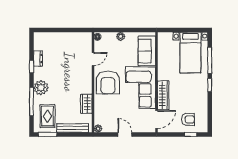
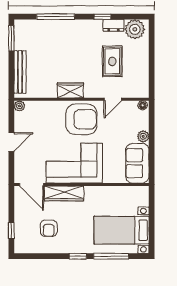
sofa: (147, 51) -> (137, 163), moved, turned -90
door: (93, 59) -> (113, 99), hinge flipped
armchair: (108, 82) -> (81, 119), turned 180
plant: (41, 88) -> (135, 29), moved
wardrobe: (86, 104) -> (70, 90), moved
rug: (47, 116) -> (112, 61), moved, turned 90
armchair: (188, 119) -> (49, 228), moved

